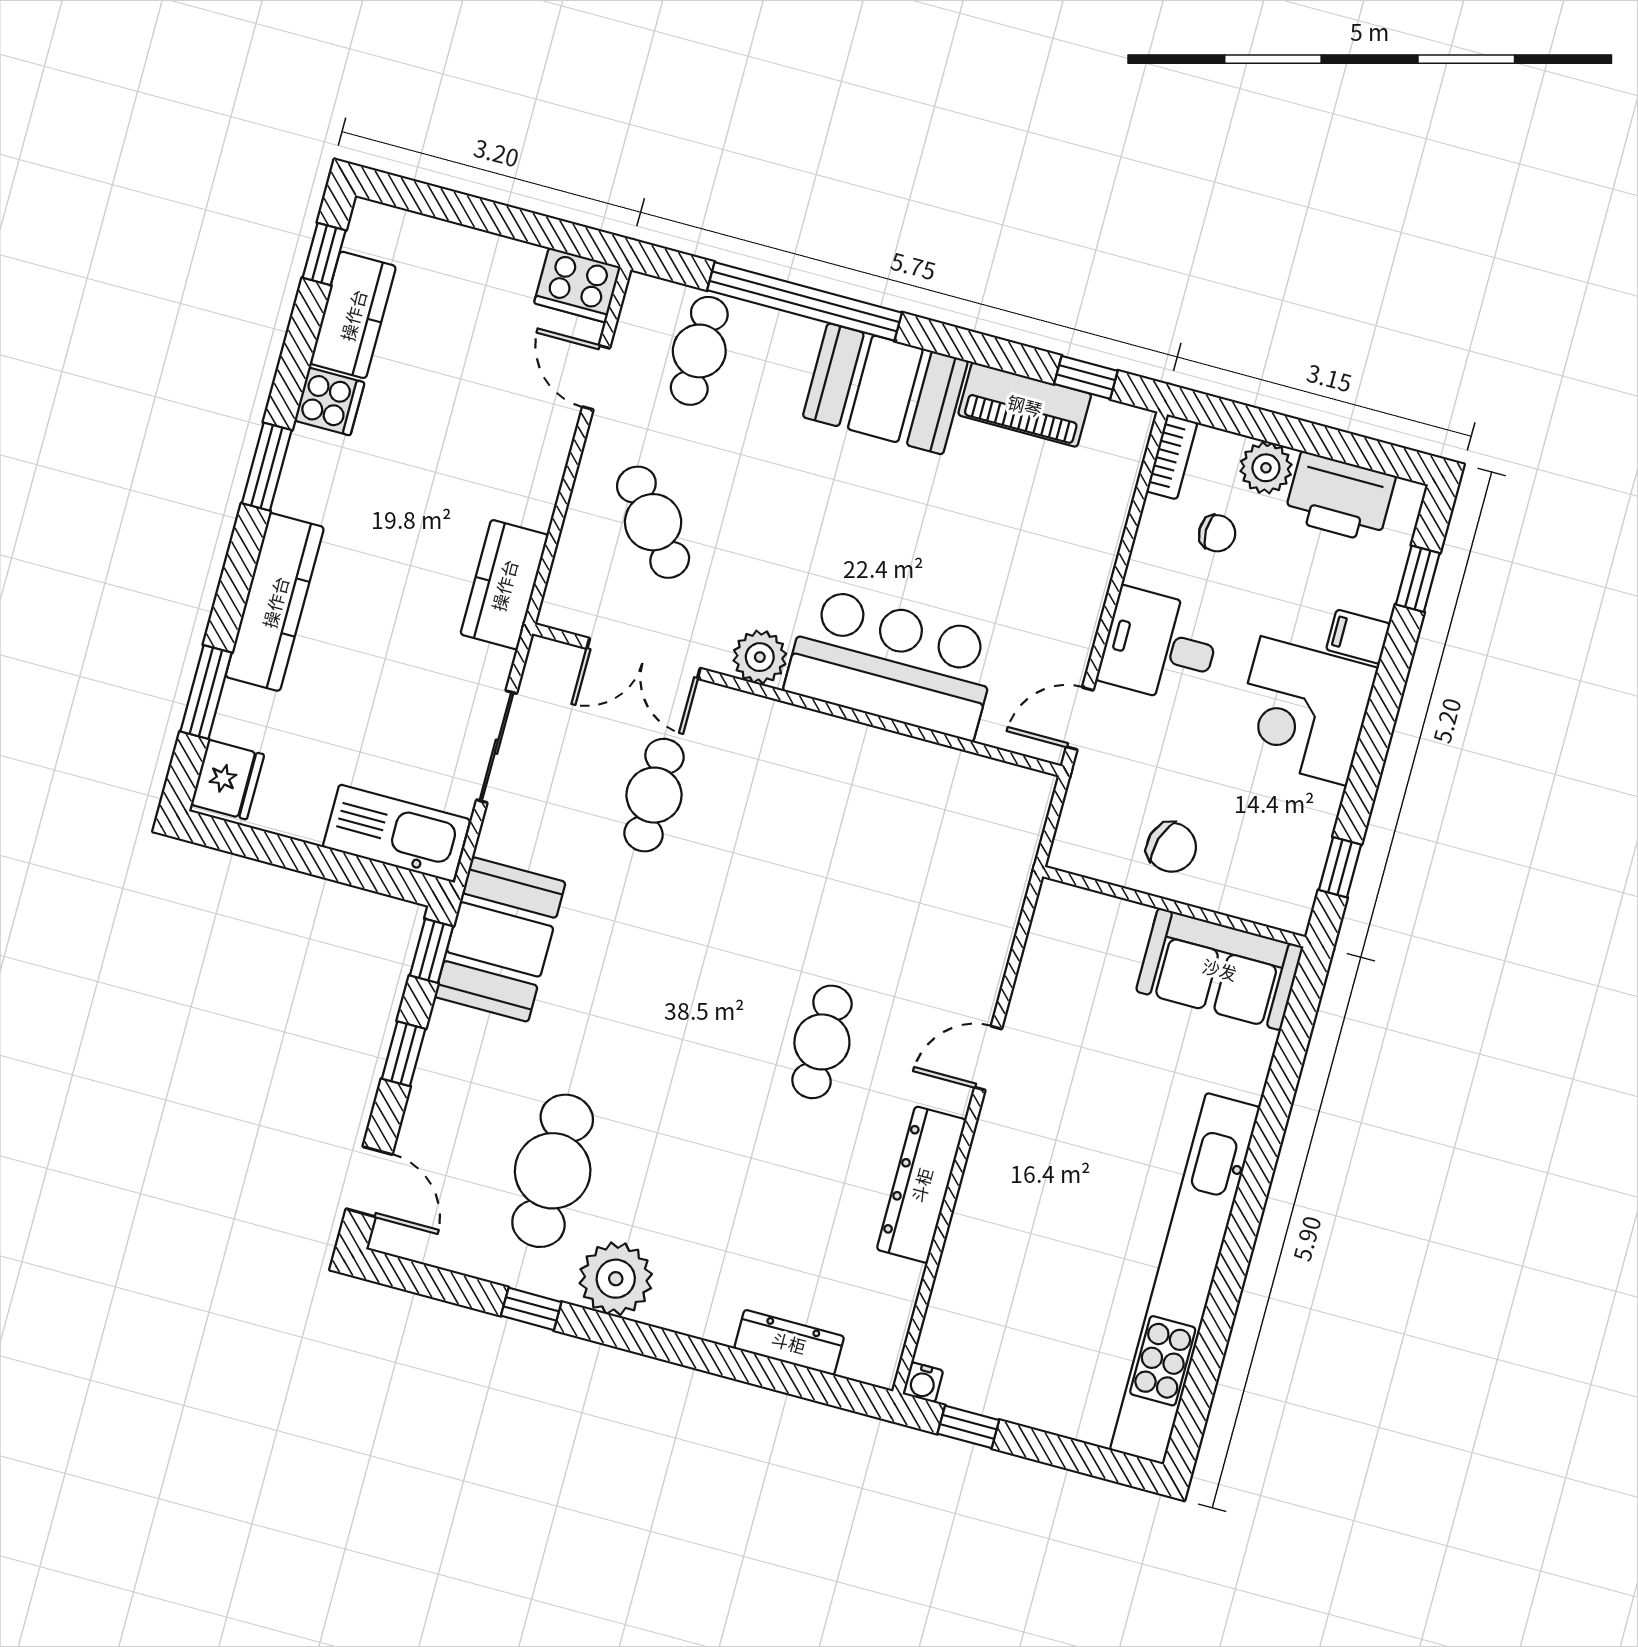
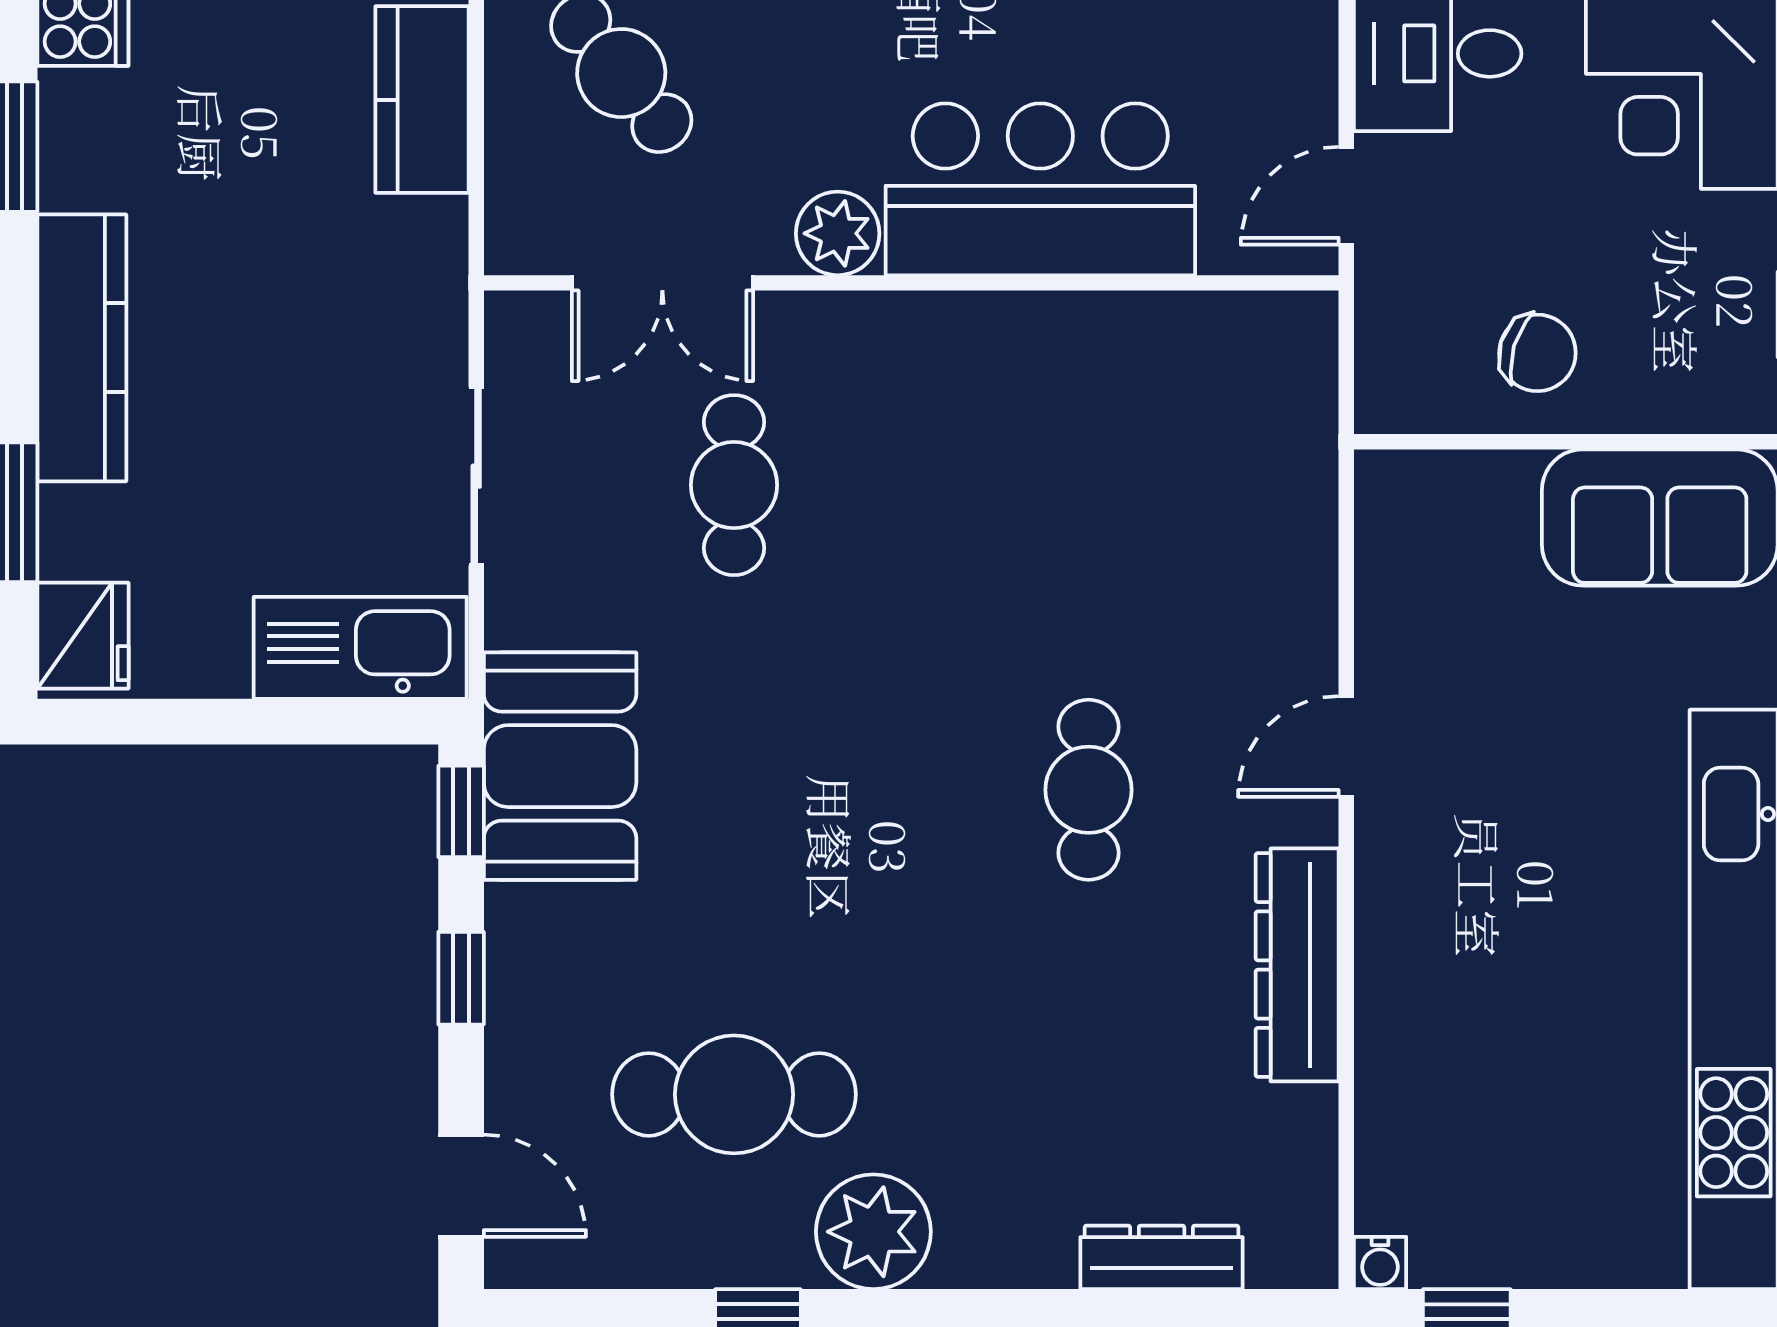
kitchen counter: (504, 585) -> (422, 100), moved
cafe table: (553, 1171) -> (734, 1094), turned 90

